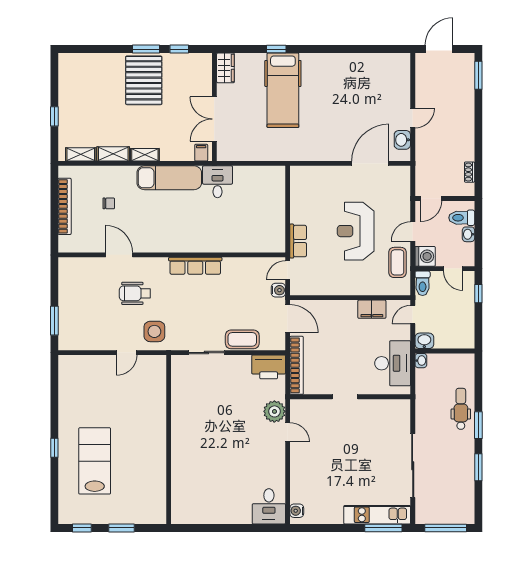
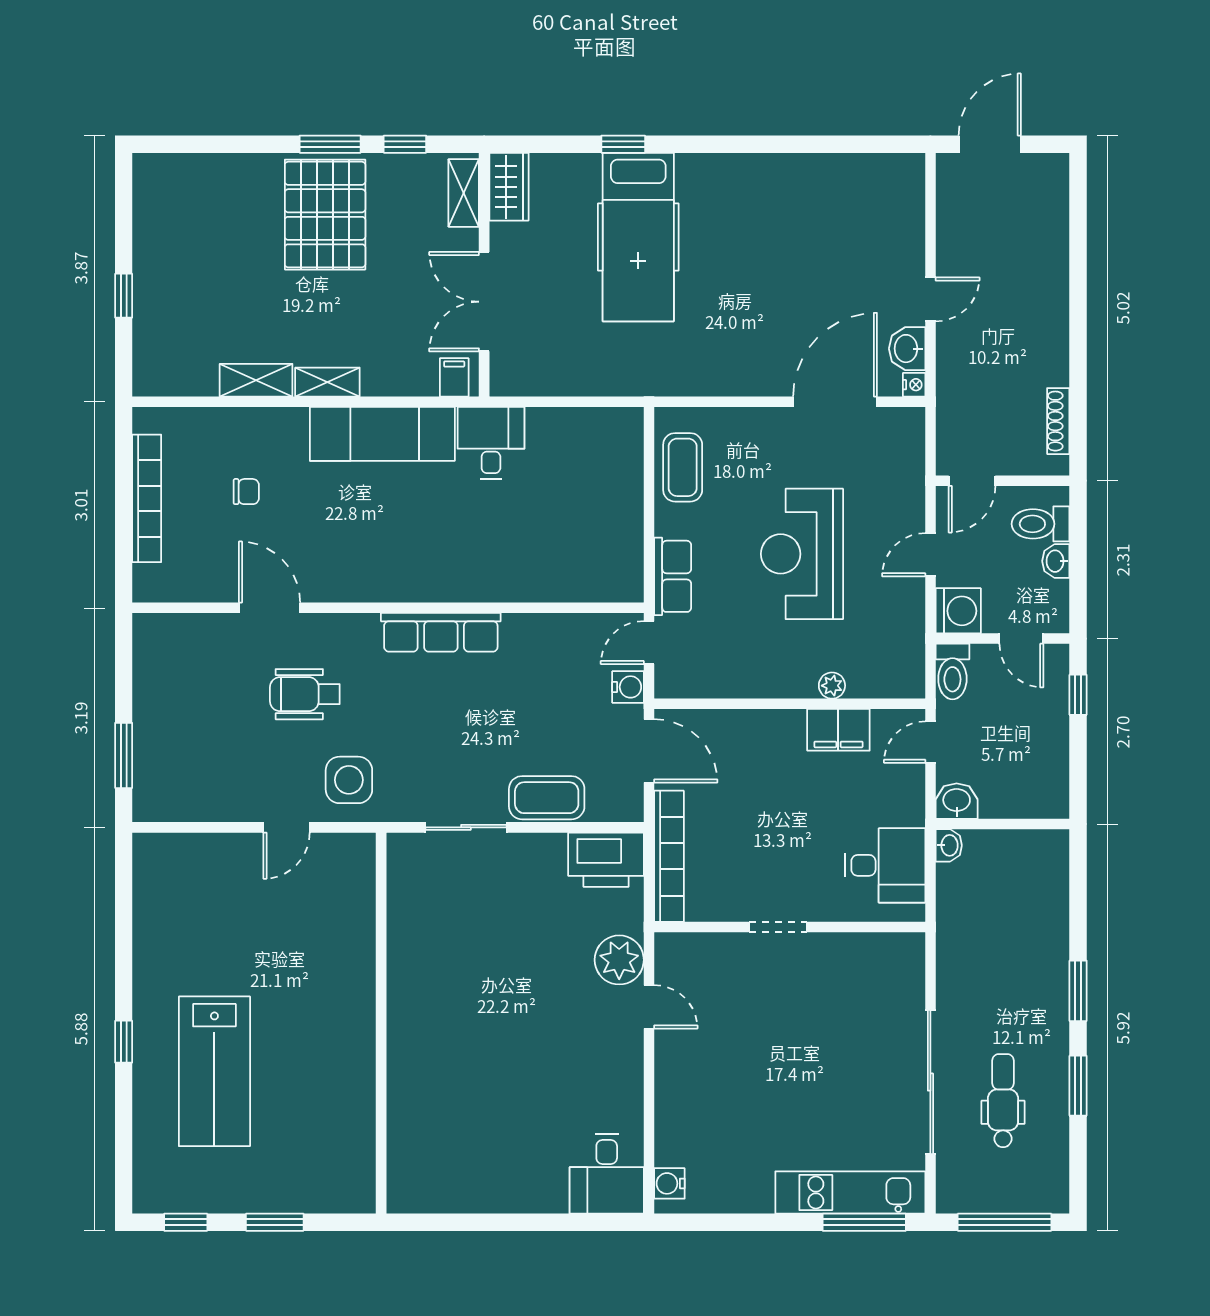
window: (478, 75) -> (1078, 203), removed
shelving: (81, 154) -> (464, 193), moved, turned 90
nightstand: (405, 156) -> (914, 385), added
shoe rack: (470, 172) -> (1058, 421), width x1.43
coffee table: (397, 262) -> (683, 467), moved
plant: (369, 290) -> (832, 686), added
desk: (393, 363) -> (885, 865), width x0.73
dental chair: (461, 409) -> (1003, 1101), moved
lab bench: (95, 461) -> (214, 1071), turned 180

